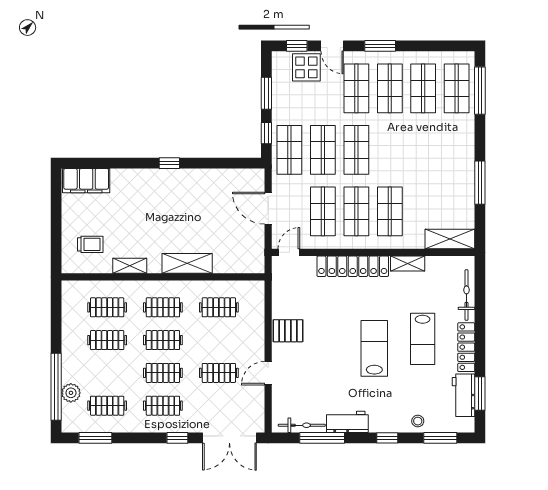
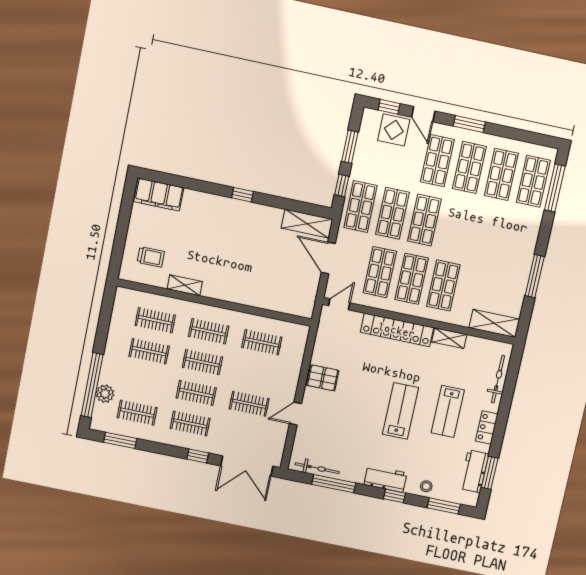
shelving: (187, 263) -> (307, 224), moved
locker: (466, 347) -> (487, 428), width x0.66
workbench: (347, 422) -> (385, 479), moved

